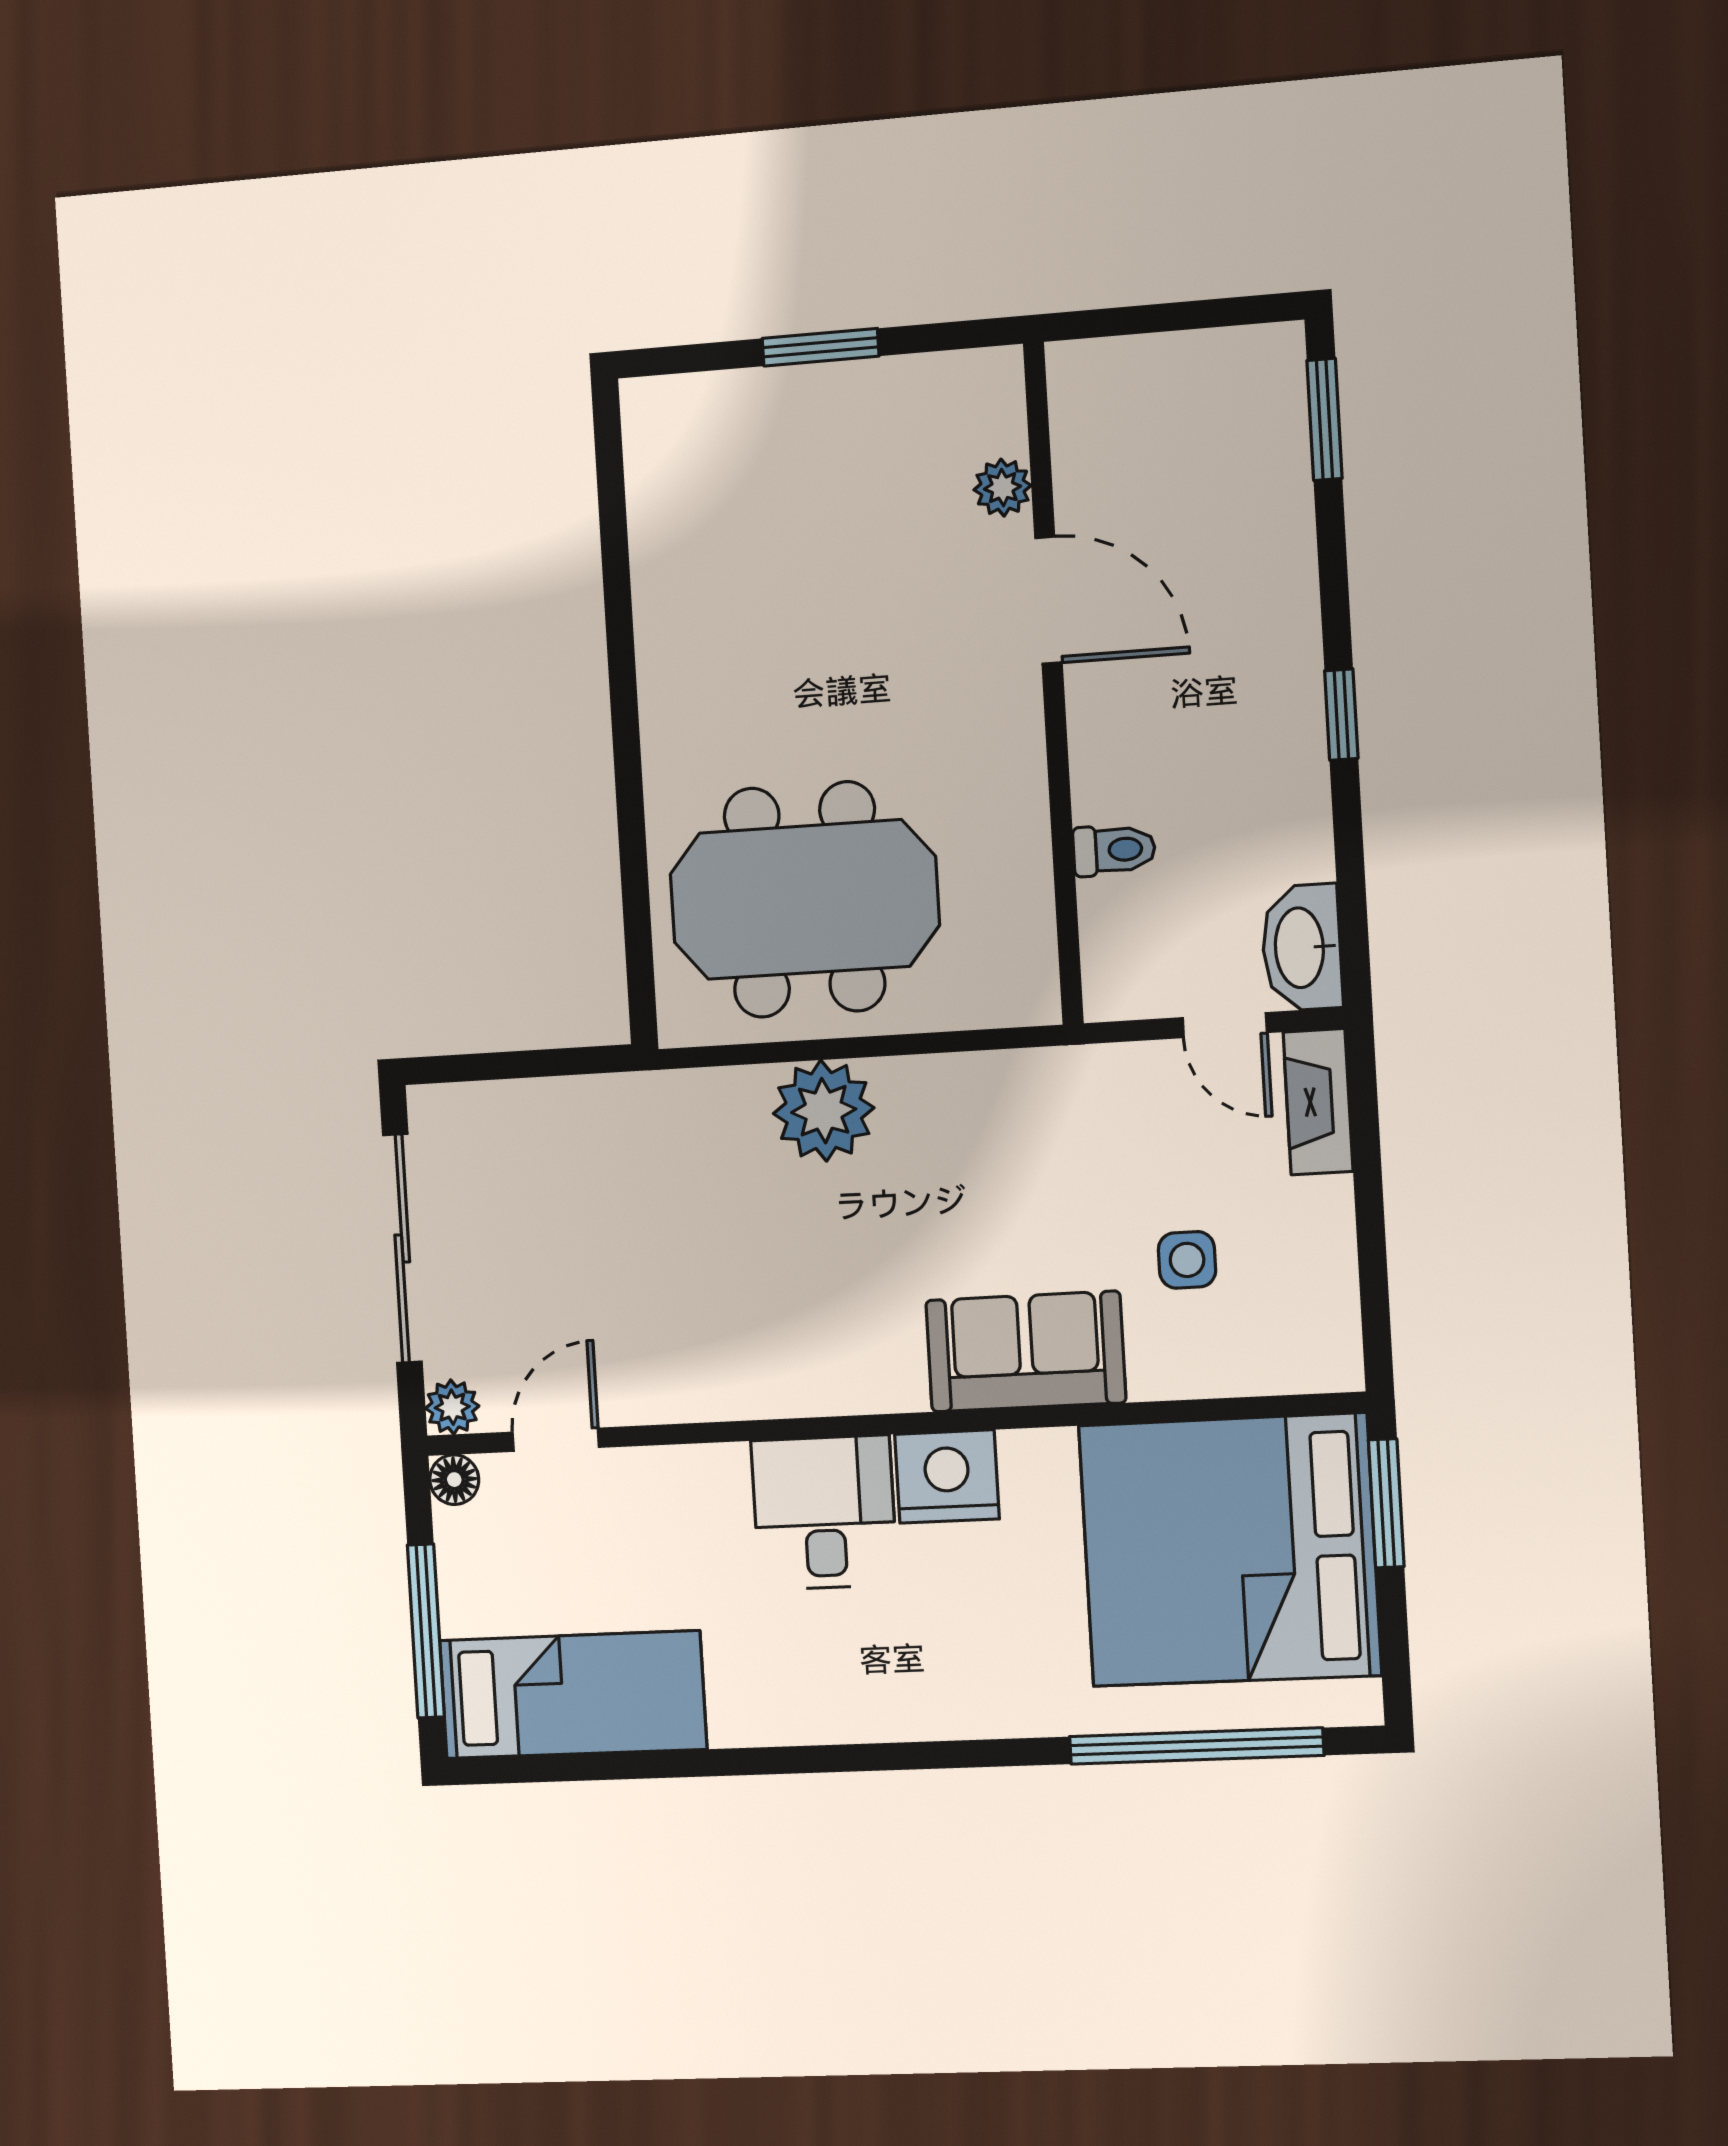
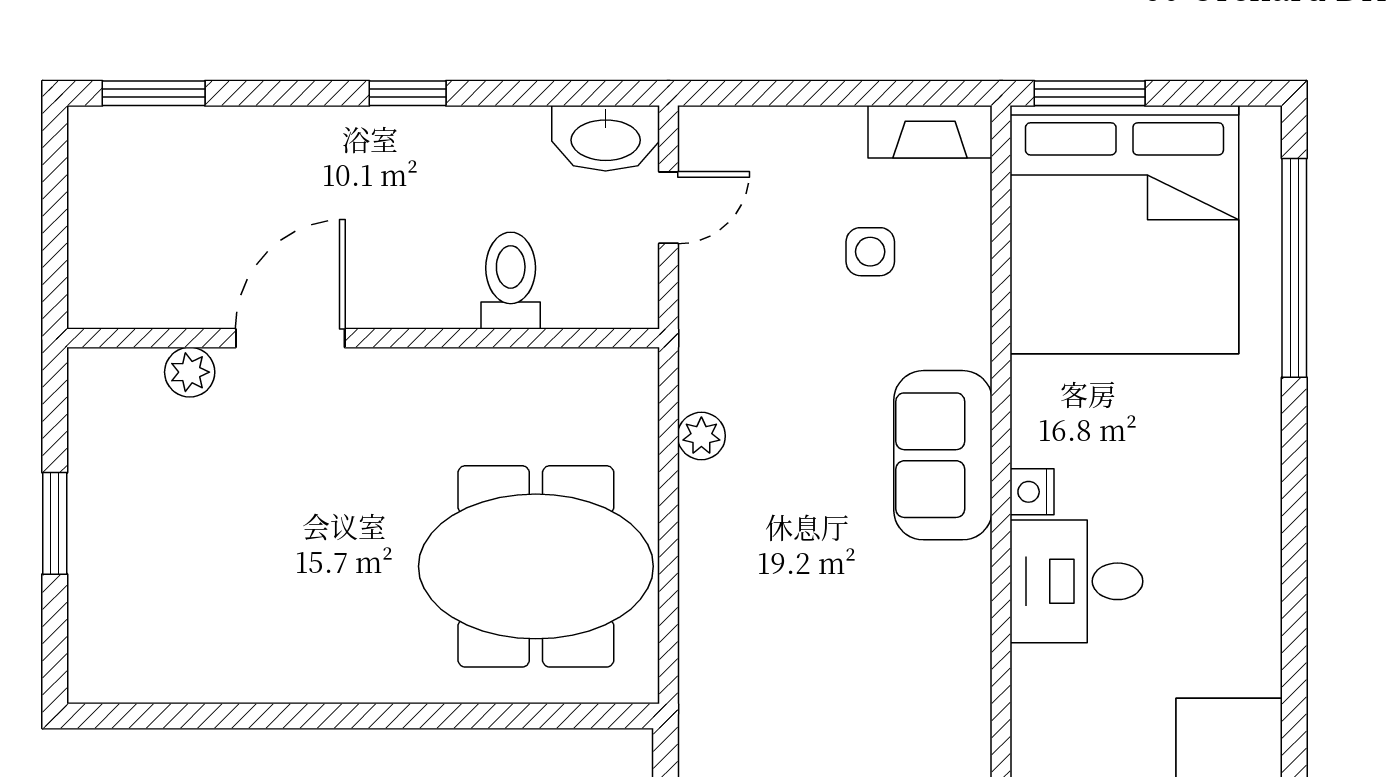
toilet: (1114, 850) -> (511, 281), width x1.37, depth x1.39
meeting table: (804, 900) -> (536, 566), turned 90
fireplace: (1318, 1102) -> (930, 132), moved
plant: (824, 1111) -> (701, 436), moved, width x0.53, depth x0.53
sofa: (1026, 1352) -> (943, 455), moved
nightstand: (947, 1477) -> (1032, 492), width x0.53, depth x0.56

